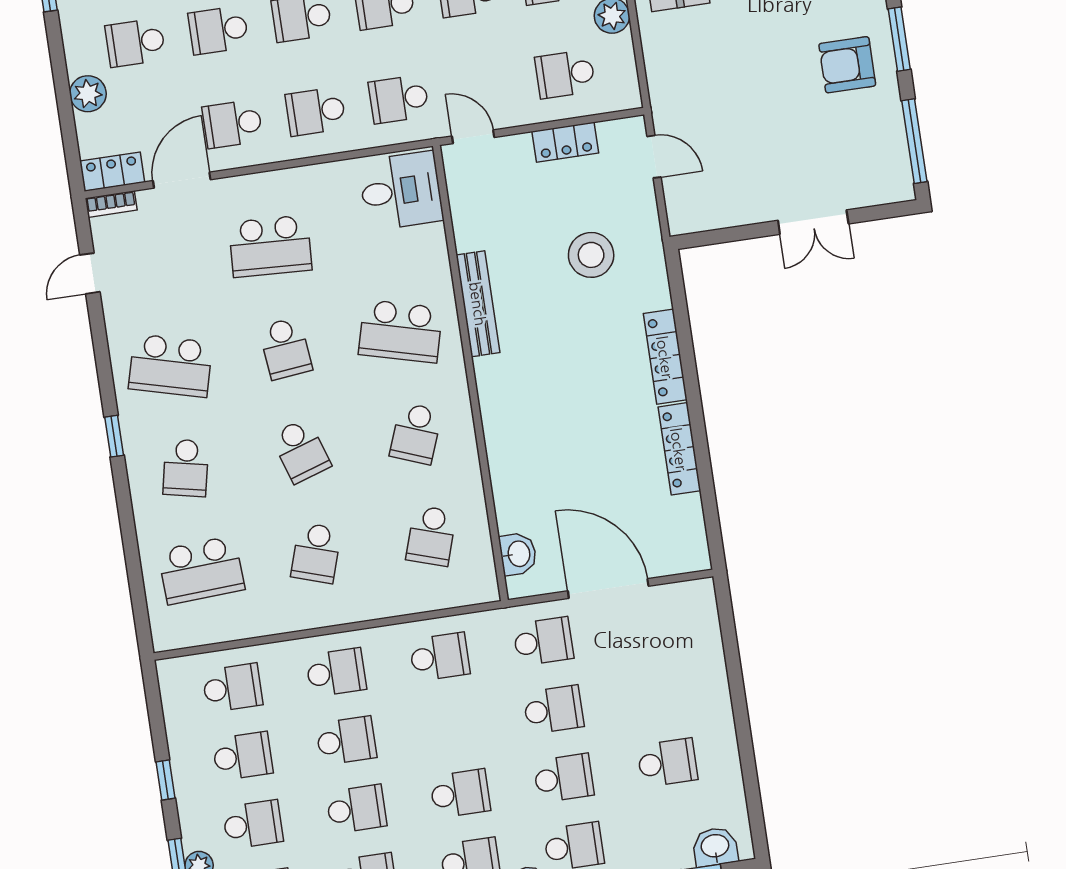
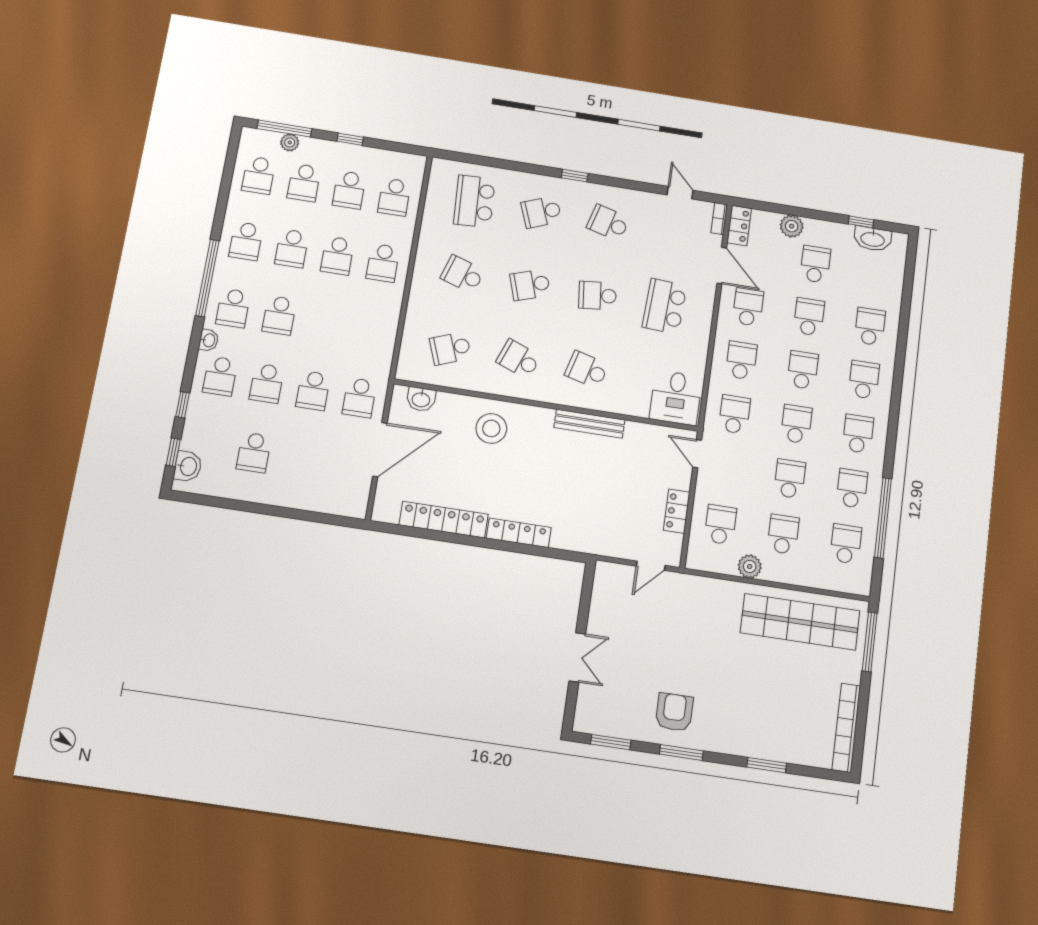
door: (473, 137) -> (697, 454), swing flipped
window: (914, 141) -> (611, 742), width x0.69
double door: (813, 222) -> (577, 657), swing flipped
stool: (591, 255) -> (491, 428), moved
school desk: (401, 331) -> (587, 370), width x0.54
school desk: (171, 366) -> (608, 223), width x0.54
locker: (679, 449) -> (444, 520), width x1.41, depth x1.21
school desk: (186, 468) -> (541, 212), turned -33
school desk: (431, 536) -> (450, 348), turned -39
school desk: (440, 657) -> (371, 330), removed

